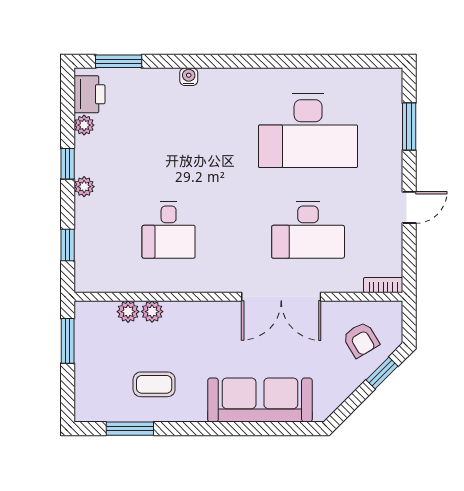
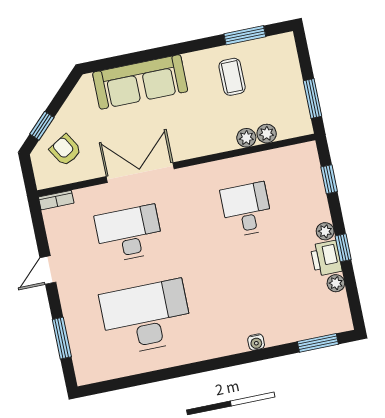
printer: (89, 94) -> (326, 258), moved
coffee table: (154, 384) -> (232, 77), turned 90

